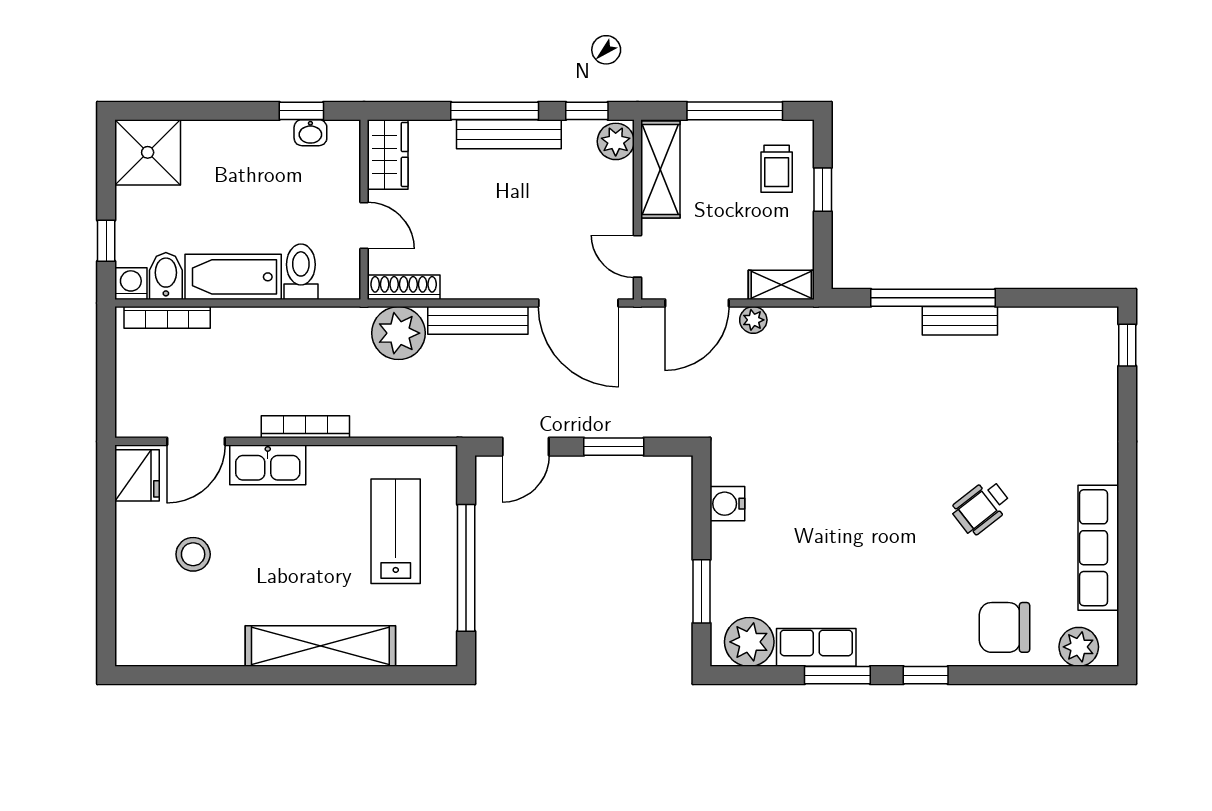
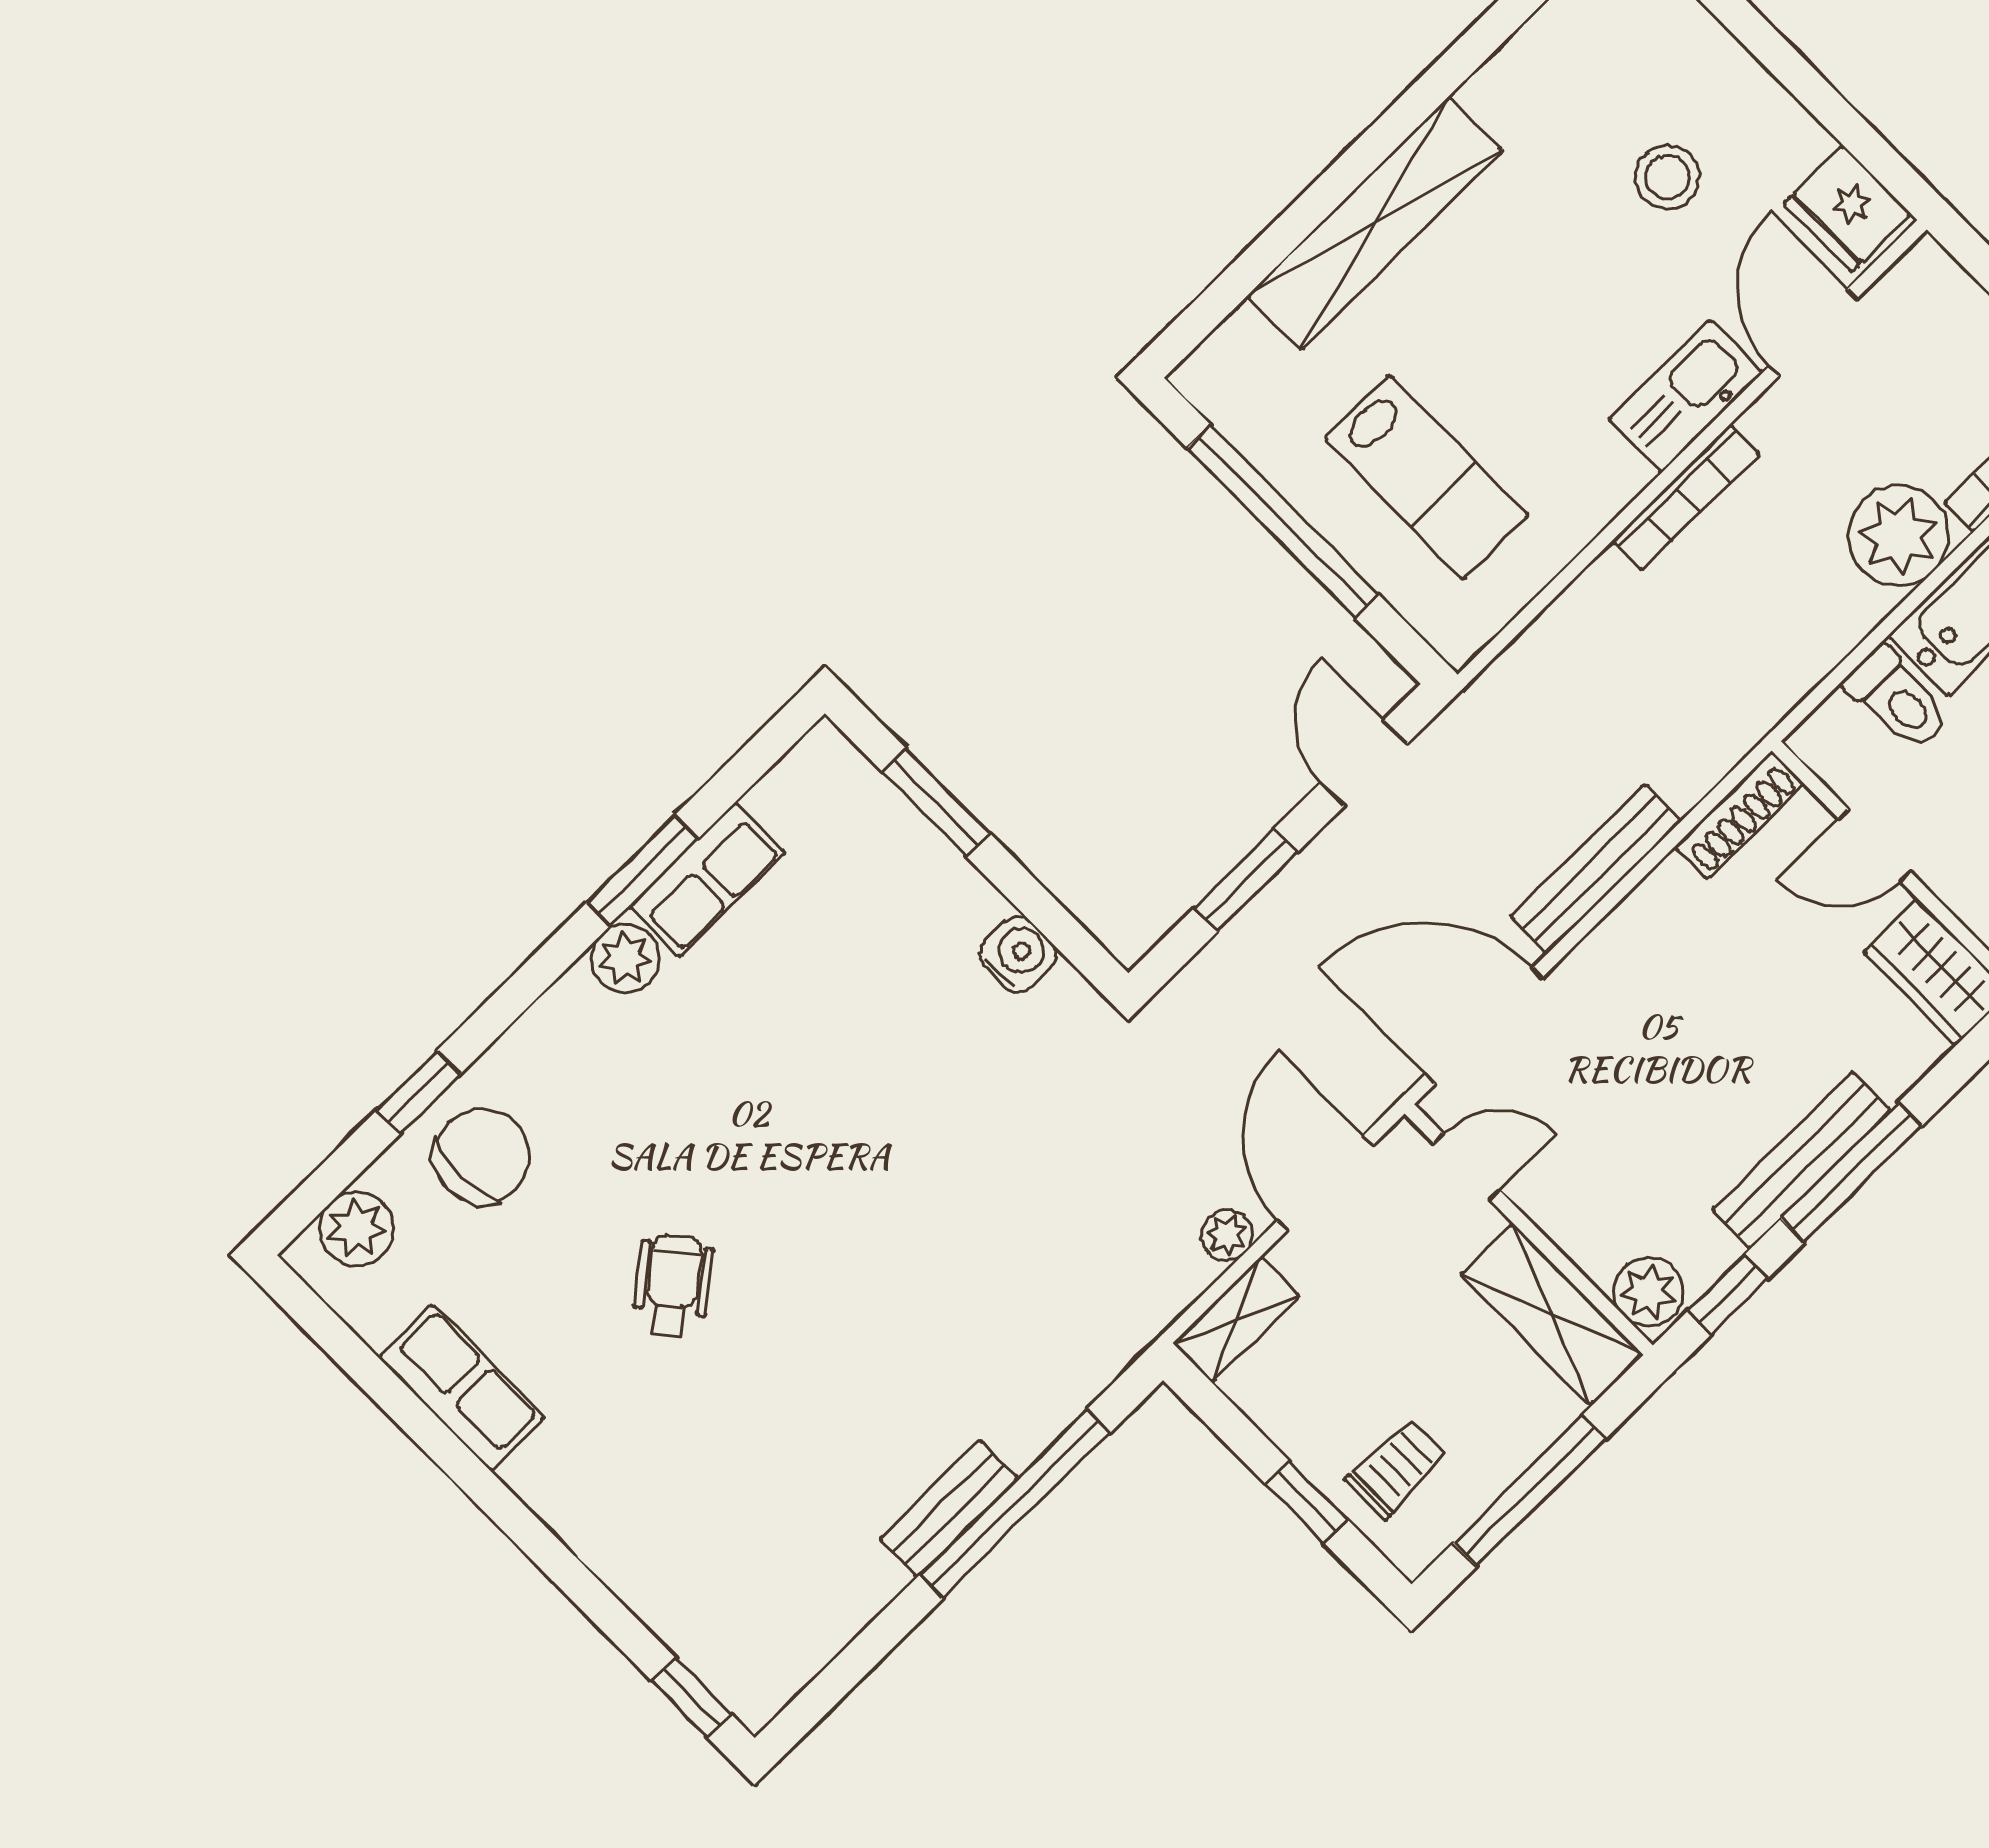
trolley: (777, 169) -> (1396, 1469), turned 90
plant: (399, 333) -> (1899, 536), moved
row of seats: (1098, 548) -> (462, 1388), width x0.68
plant: (749, 642) -> (625, 958), moved, width x0.73, depth x0.73
window: (926, 675) -> (419, 1092), moved

